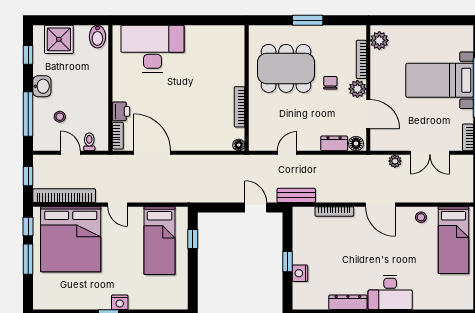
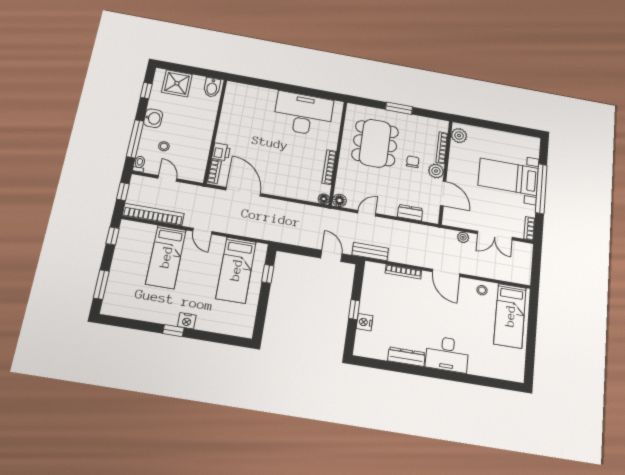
desk: (153, 49) -> (303, 114), moved
dining table: (286, 68) -> (375, 143), turned 90
toilet: (89, 142) -> (139, 164), moved
floor lamp: (356, 144) -> (339, 200), moved
bed: (71, 239) -> (166, 257), width x0.49
window: (28, 259) -> (101, 285), moved

